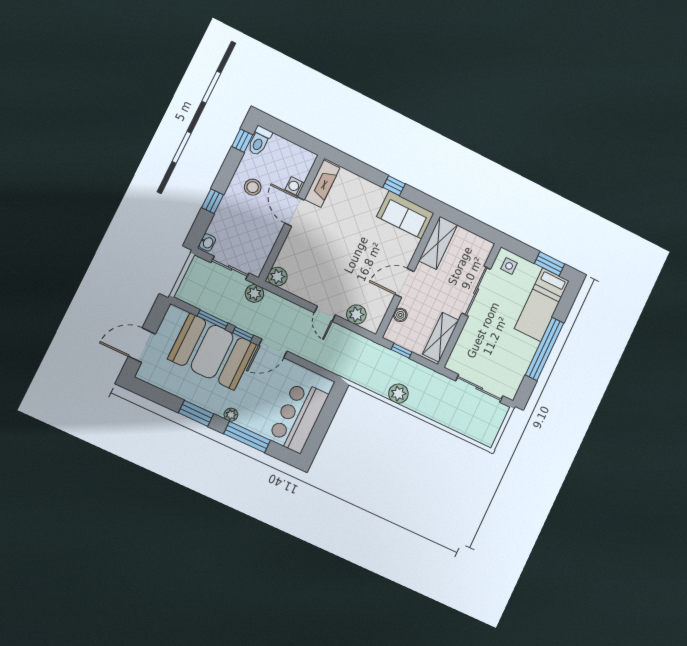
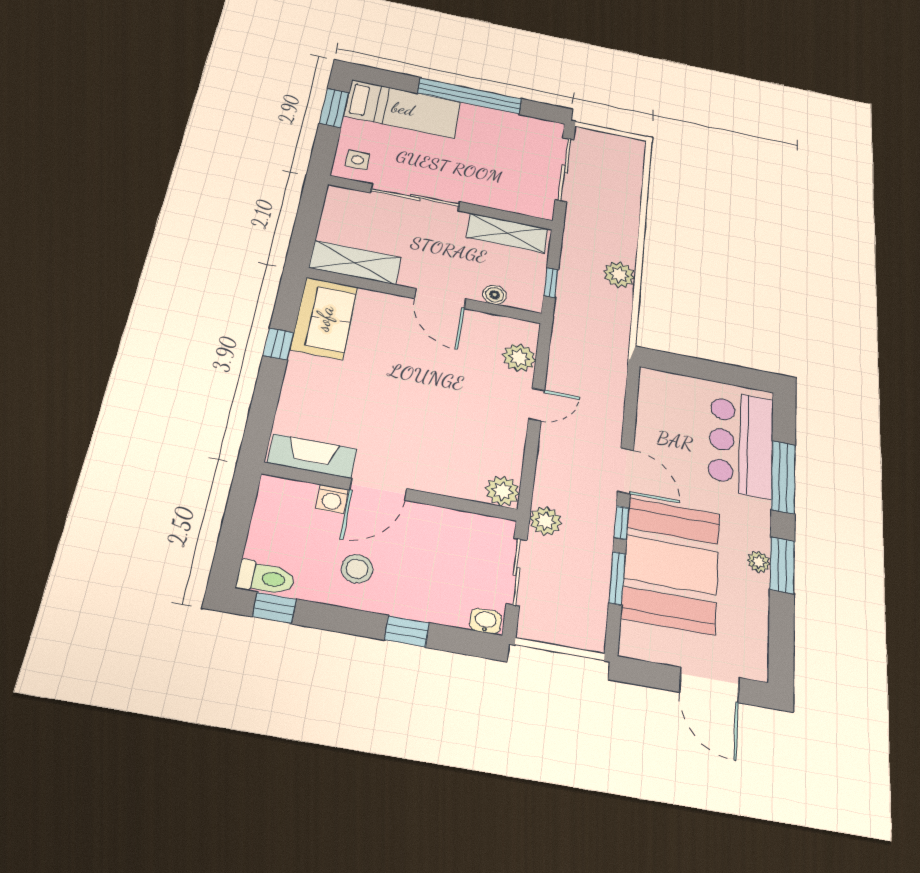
plant: (231, 415) -> (759, 562), moved
bar counter: (298, 417) -> (741, 443), moved, turned 90

